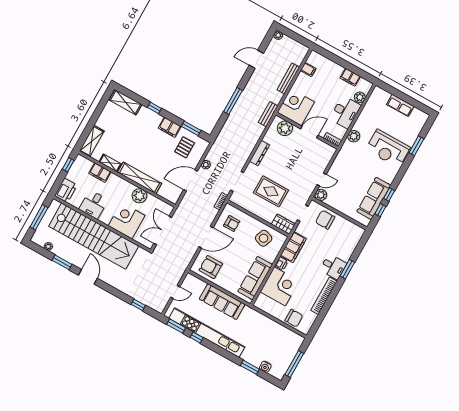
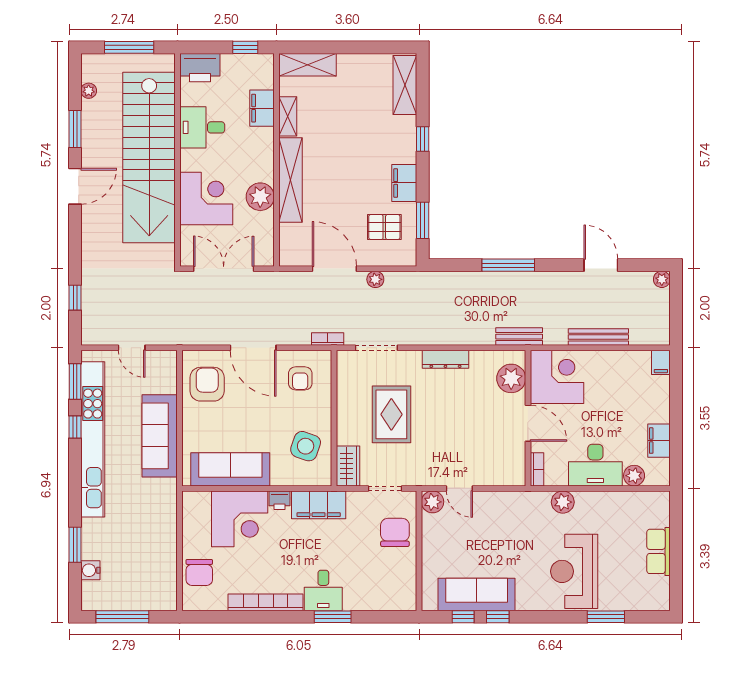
filing cabinet: (308, 70) -> (661, 362), moved

